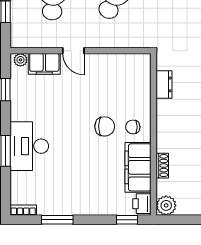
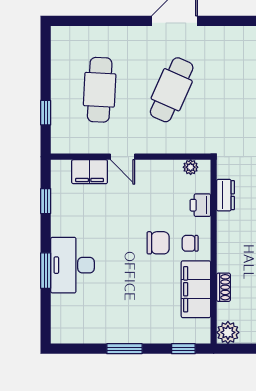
plant: (20, 60) -> (191, 167), moved
printer: (142, 204) -> (200, 205), moved
bookcase: (23, 210) -> (66, 338), removed
window: (57, 220) -> (124, 349), moved

